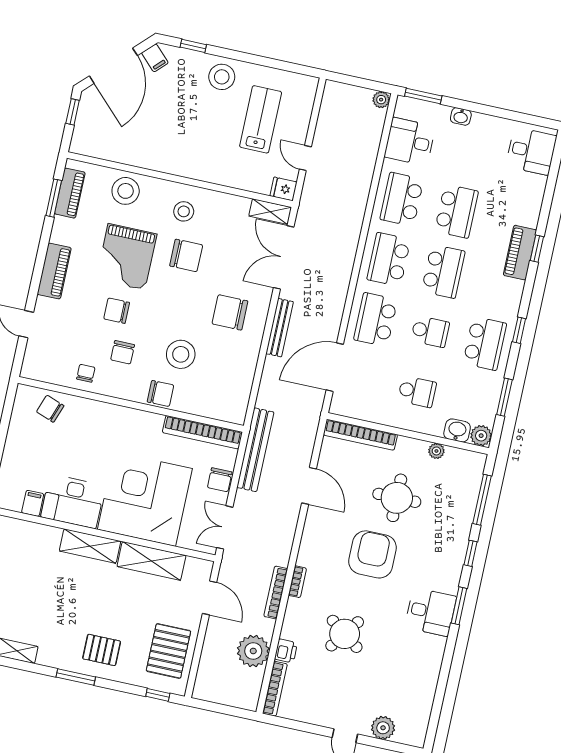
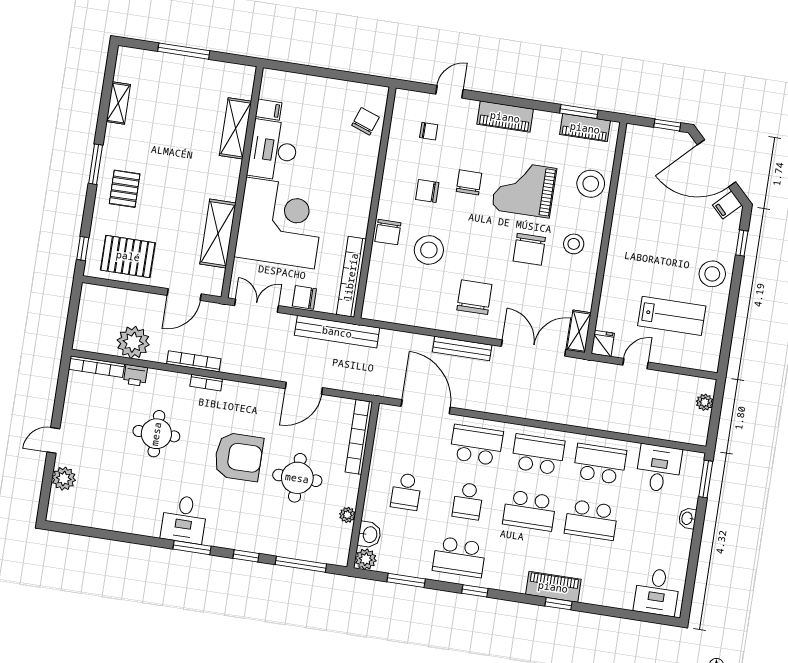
plant: (381, 100) -> (705, 402), moved
chair: (86, 373) -> (429, 131), moved
shelving: (90, 546) -> (235, 128), moved
round table: (345, 634) -> (156, 434), turned -36

